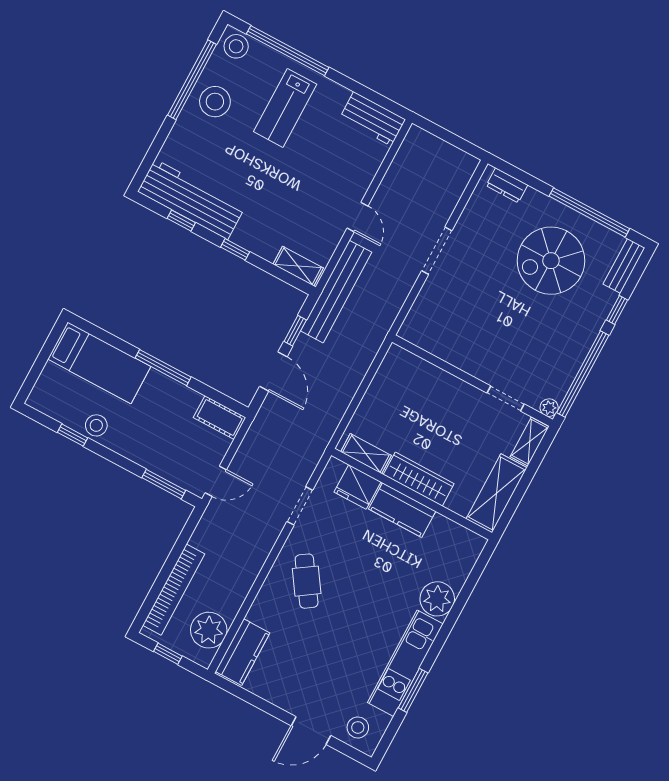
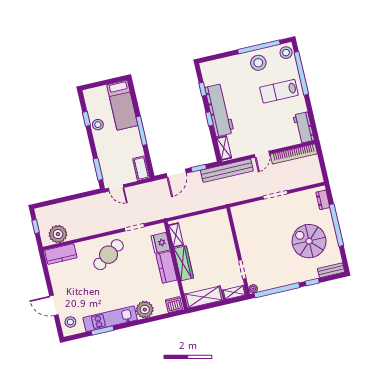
workbench: (191, 199) -> (219, 110), moved
window: (589, 212) -> (336, 225), moved
dishwasher: (468, 548) -> (174, 305), added
cafe table: (307, 581) -> (109, 255), width x1.37, depth x1.35
bookcase: (174, 590) -> (294, 154), moved

